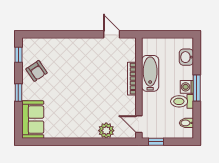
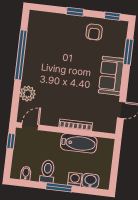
window: (53, 34) -> (128, 52), added
armchair: (37, 71) -> (94, 32), turned -56
washing machine: (187, 87) -> (75, 179), moved
sofa: (33, 120) -> (111, 76), moved, turned 90
window: (68, 142) -> (21, 55), added

